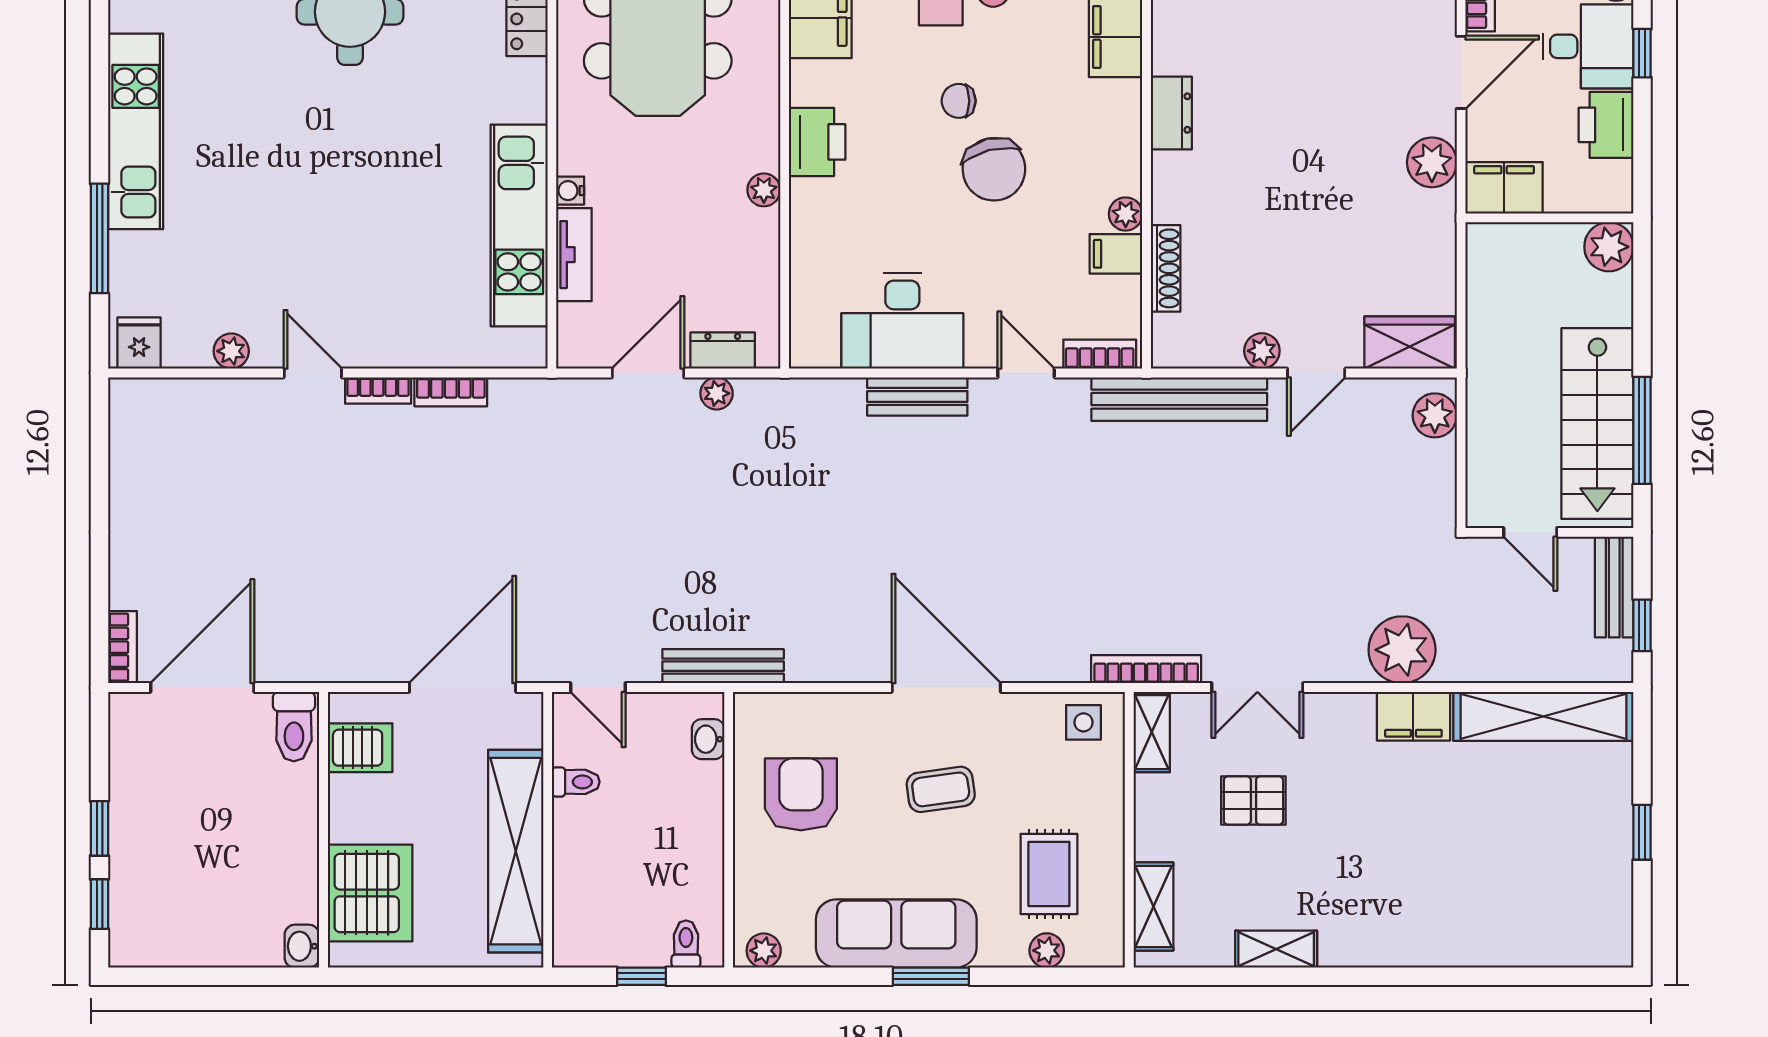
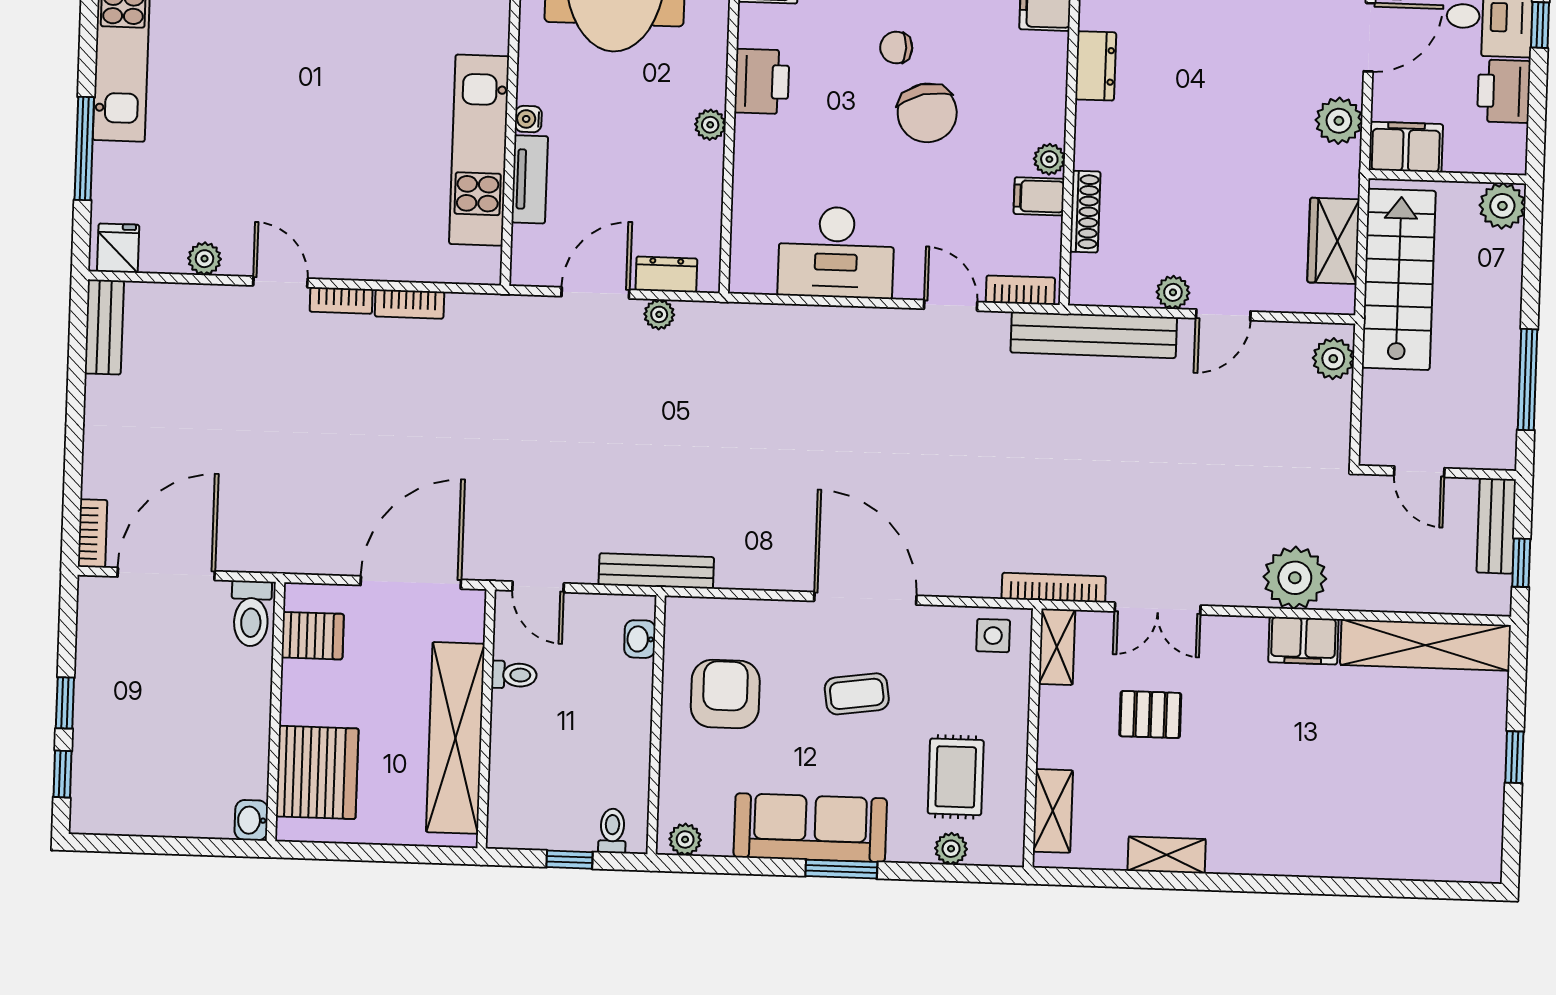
wardrobe: (1410, 342) -> (1333, 241), moved, turned -90
bench: (917, 396) -> (104, 327), moved, turned 90
stairs: (1597, 424) -> (1399, 279), moved, turned 180

